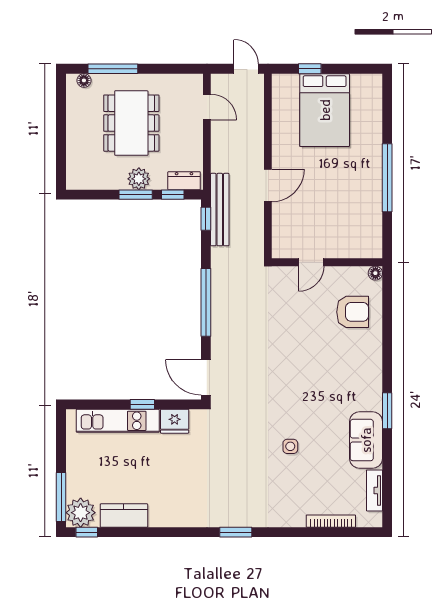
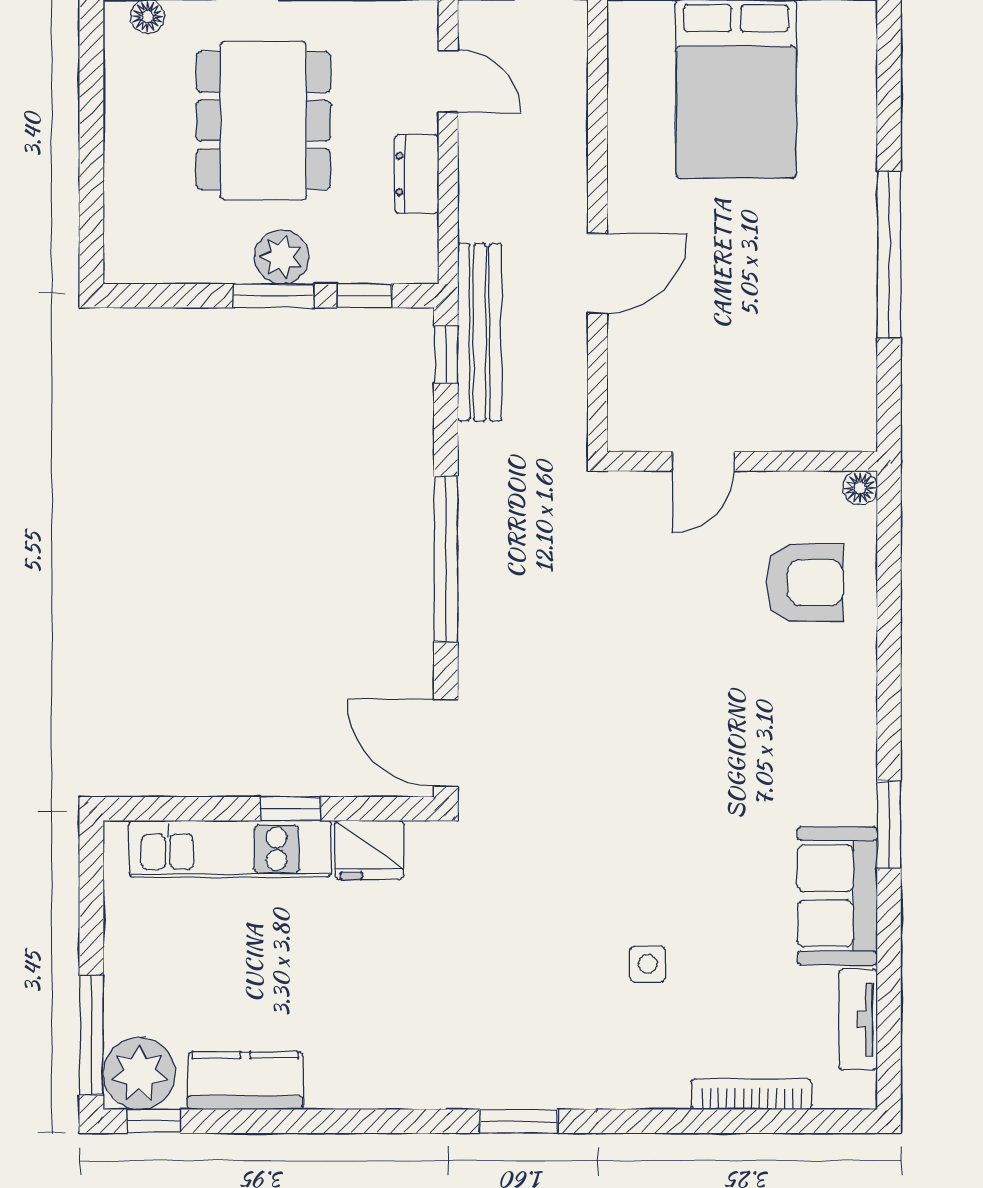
dresser: (184, 181) -> (417, 174), moved, turned -90
side table: (290, 446) -> (648, 964), moved

